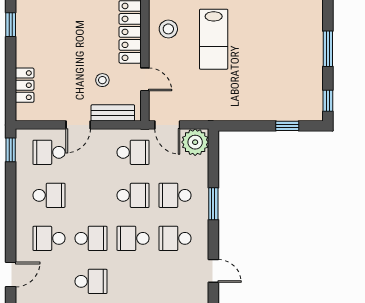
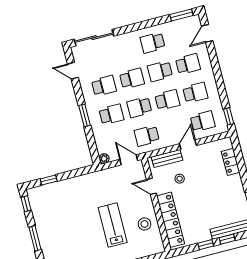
plant: (195, 142) -> (104, 159), width x0.53, depth x0.53
school desk: (49, 195) -> (195, 93), turned 180
school desk: (91, 195) -> (167, 100), added

